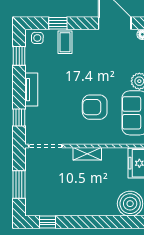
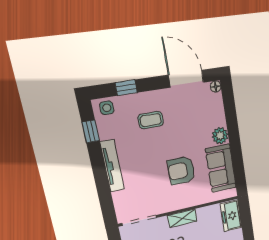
coffee table: (65, 42) -> (151, 120), moved, turned 90
tv unit: (31, 90) -> (112, 166), width x1.41
window: (19, 117) -> (105, 198), removed

